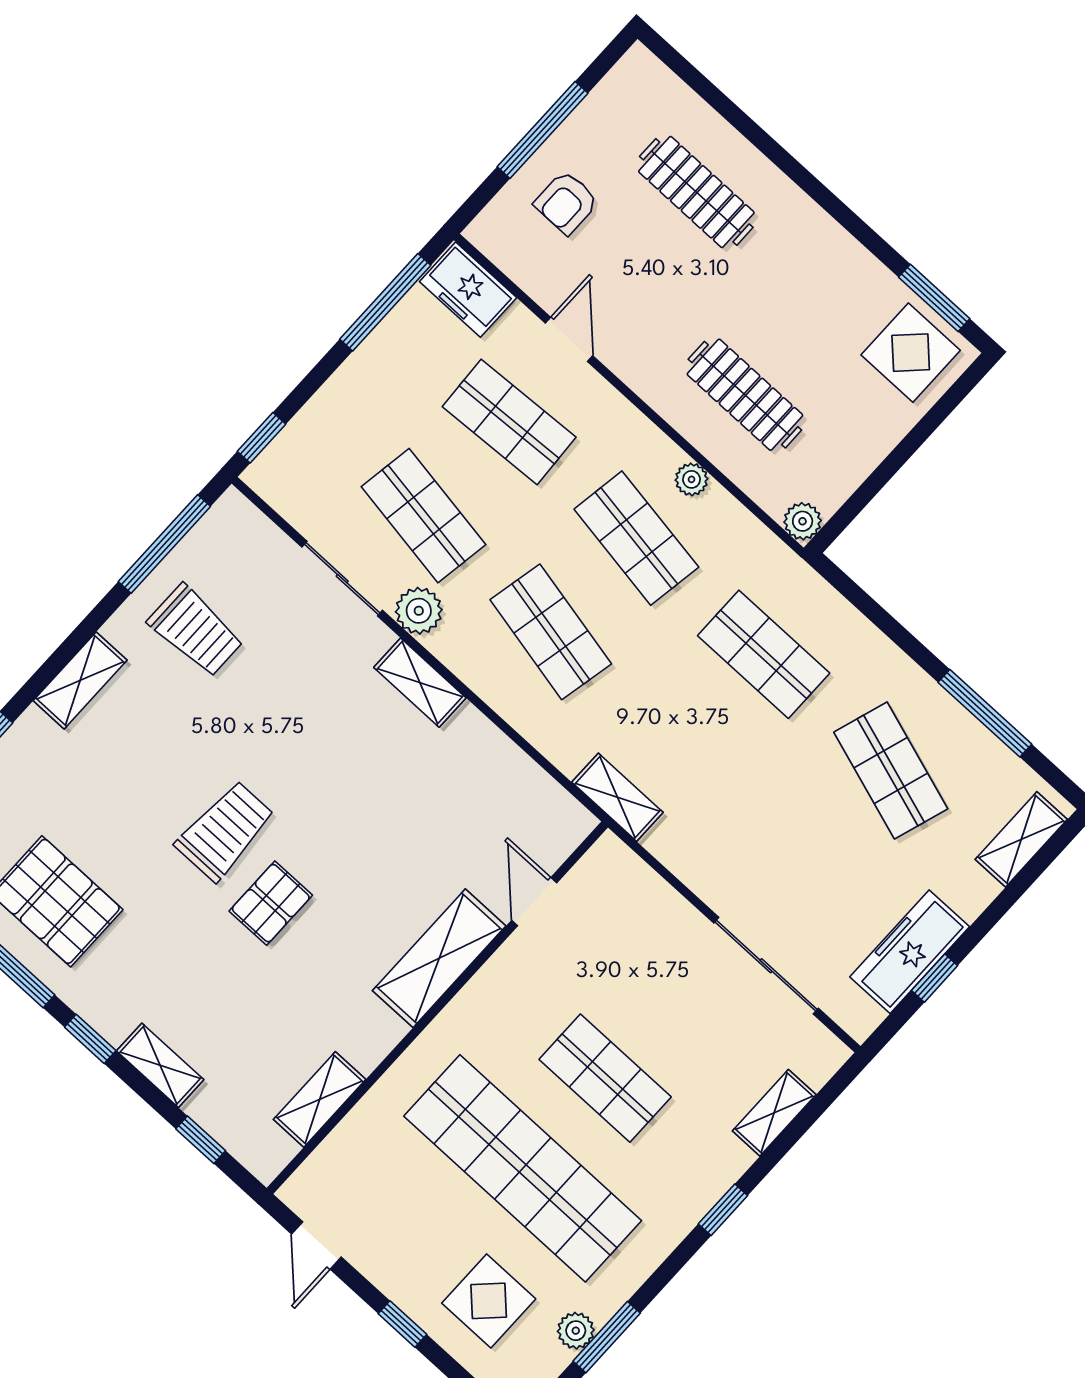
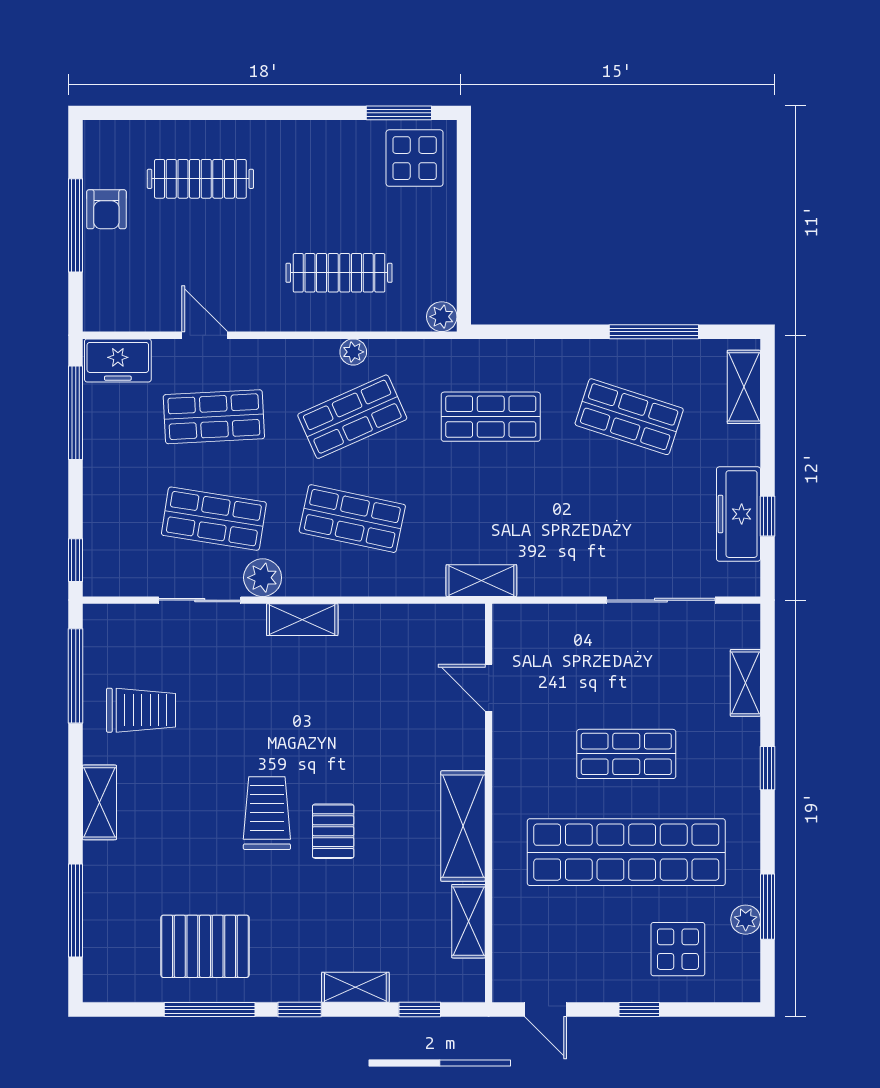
armchair: (566, 203) -> (106, 209), moved
shop shelf: (636, 538) -> (352, 417), turned -33
shelving: (439, 958) -> (463, 826), moved

